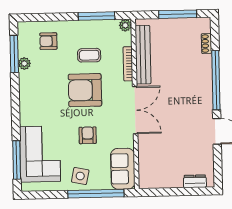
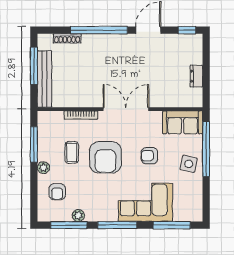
plant: (125, 25) -> (43, 168), moved
shoe rack: (206, 44) -> (67, 38), width x1.43
bench: (143, 55) -> (45, 79), moved, turned 90
window: (15, 104) -> (117, 225), added
corner sofa: (40, 154) -> (145, 202), moved
window: (218, 171) -> (187, 30), added
dresser: (195, 181) -> (196, 76), moved

